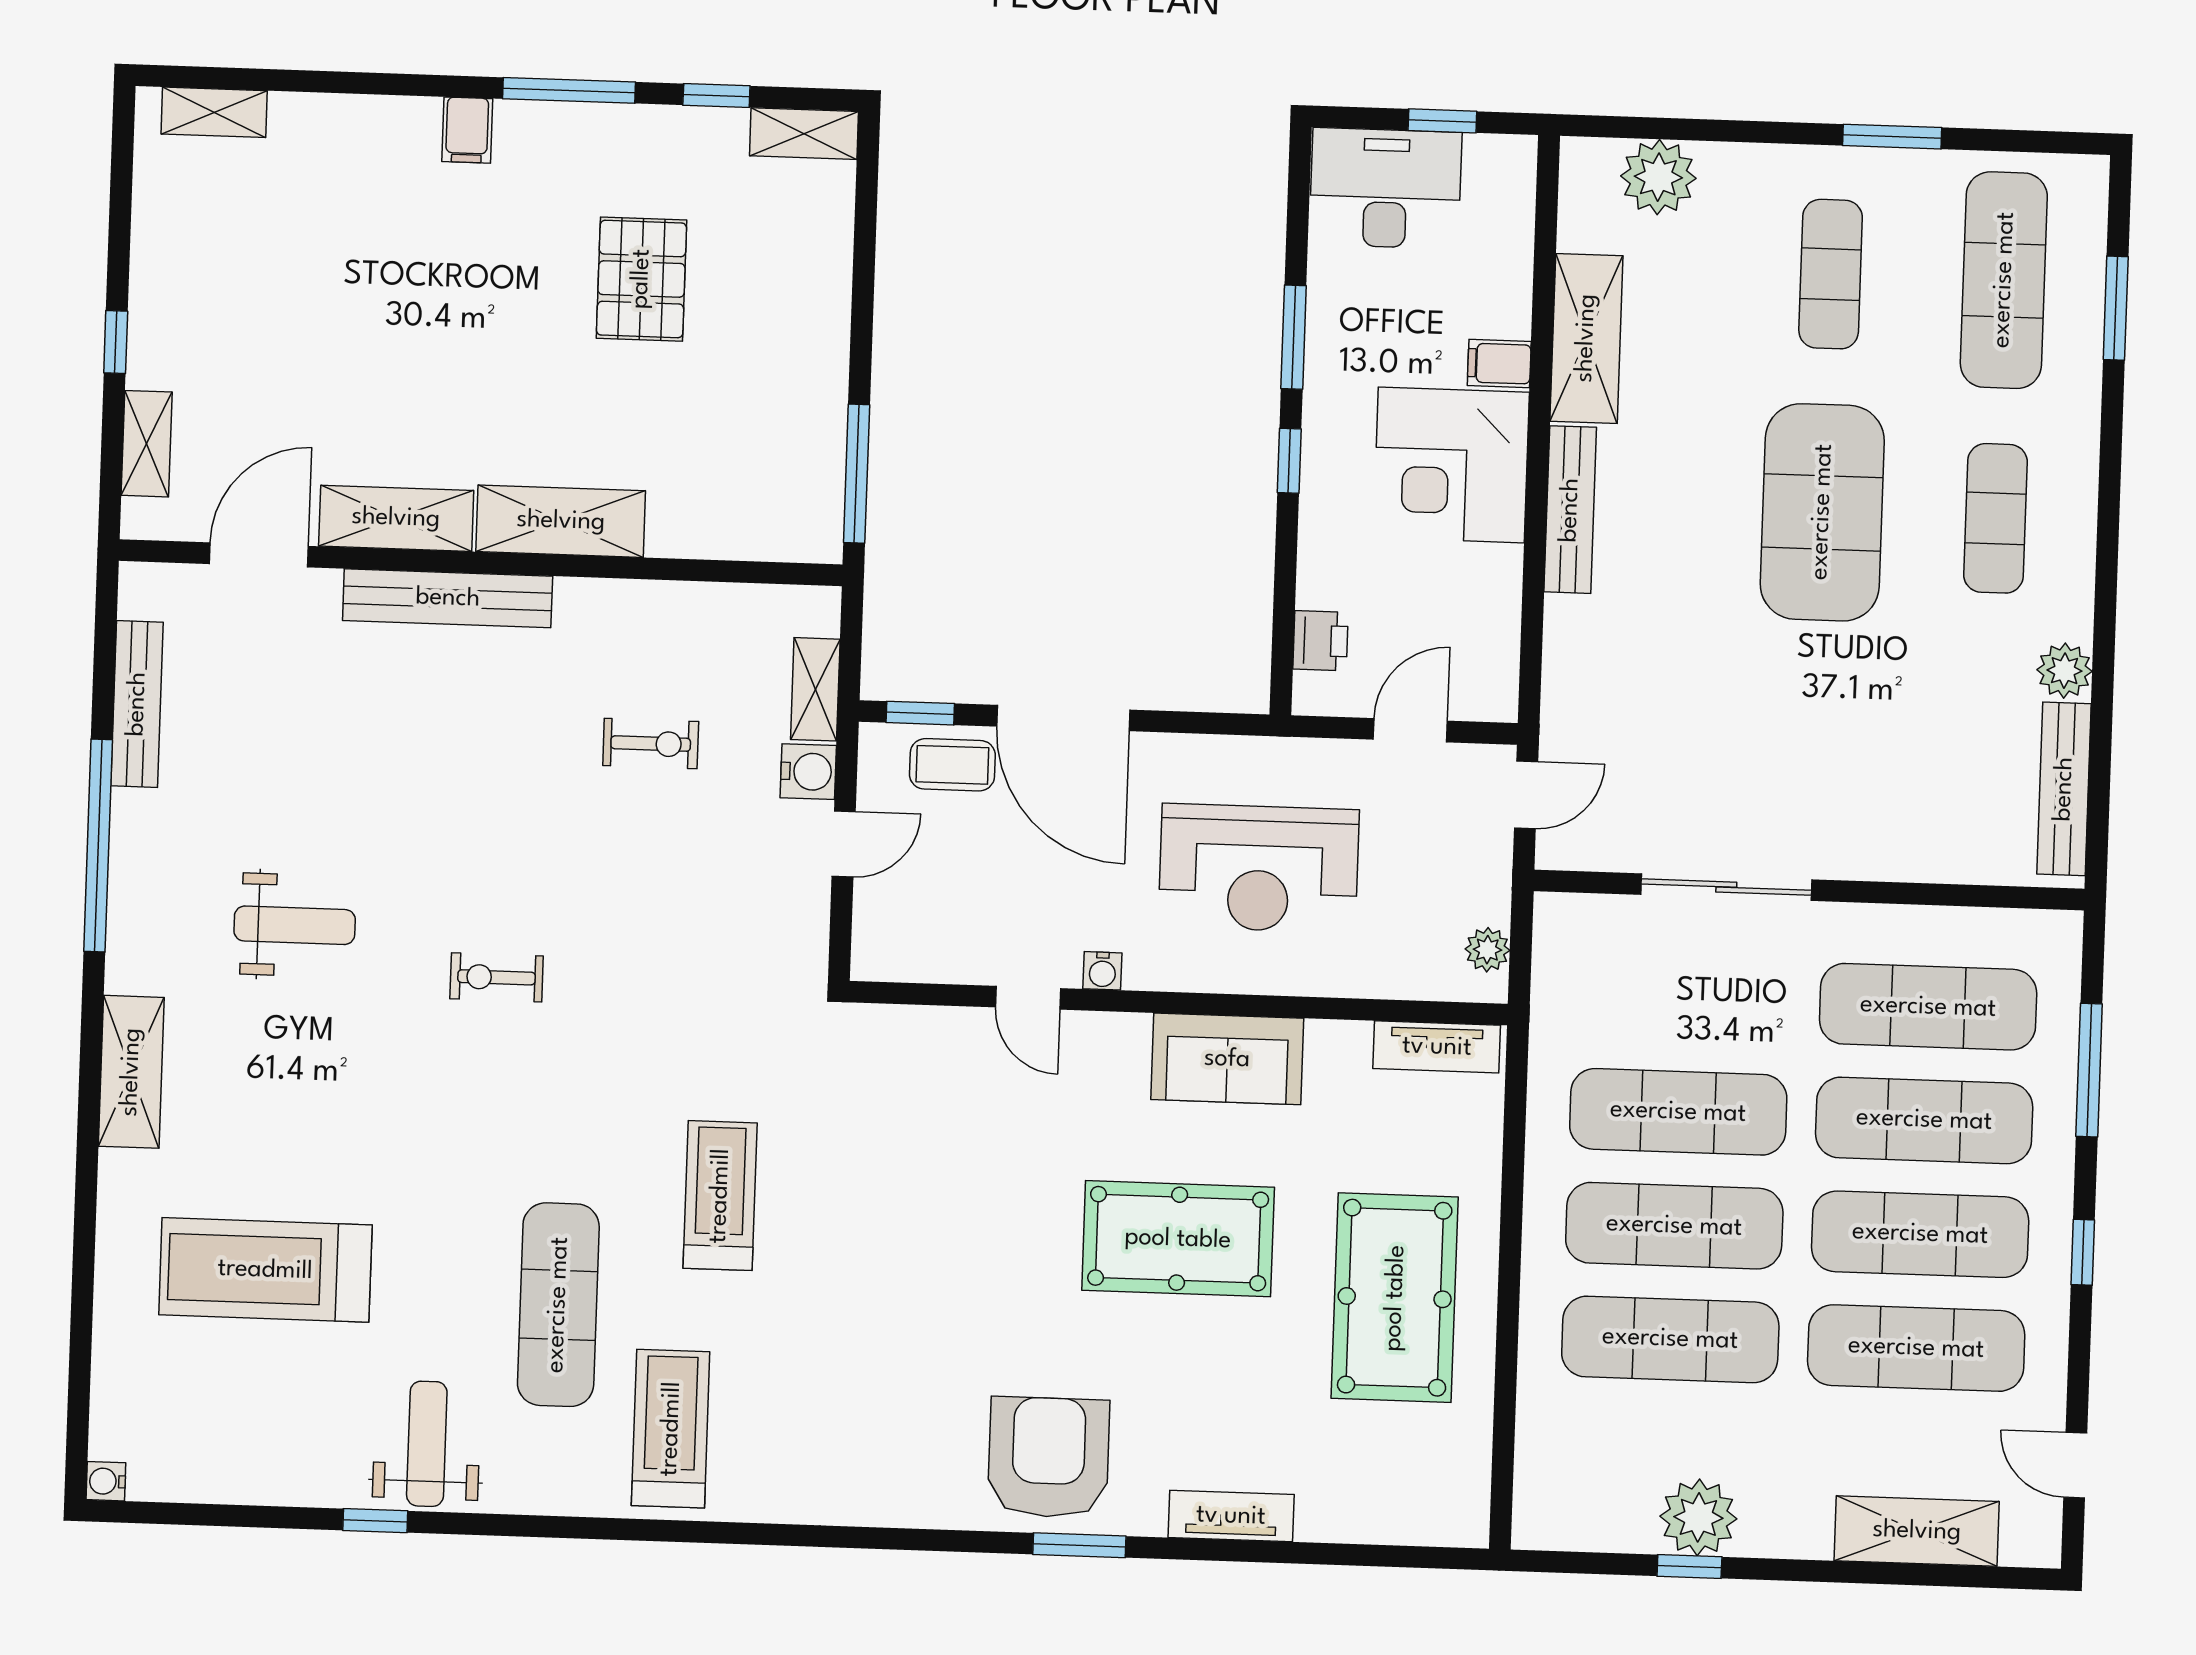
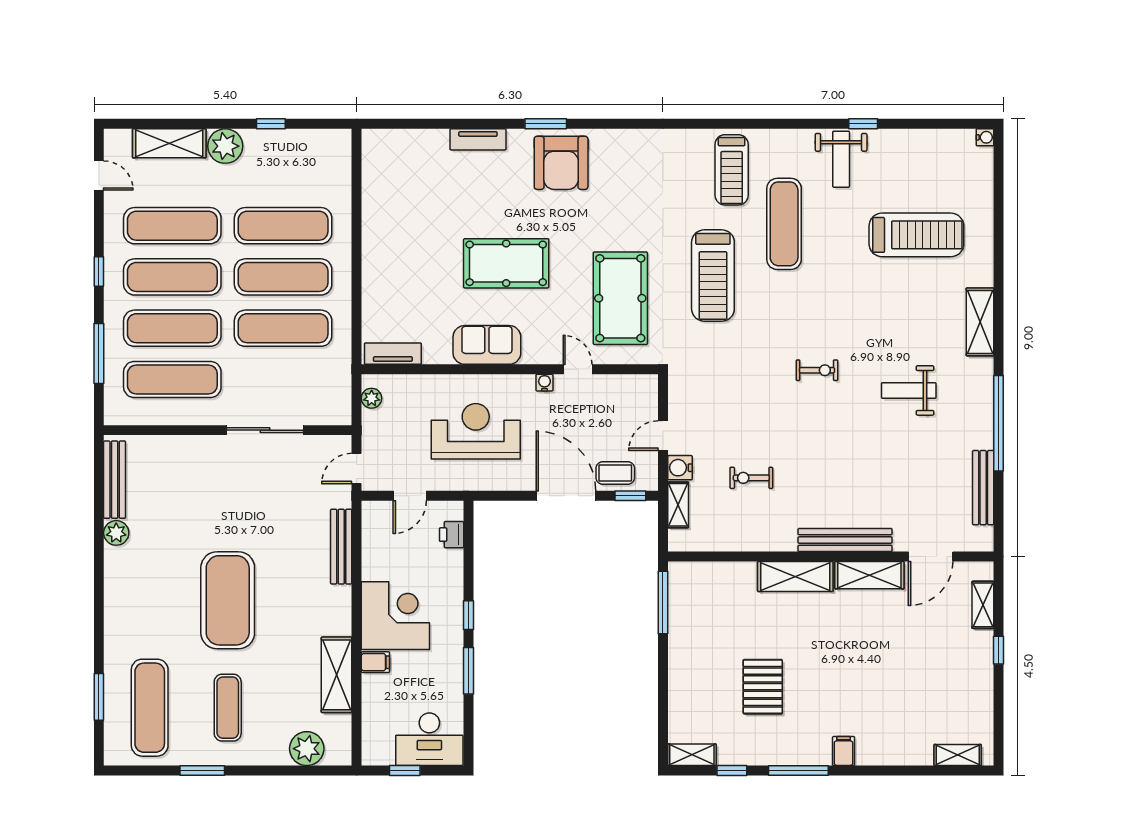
bench: (1570, 510) -> (341, 547), moved
exercise mat: (1995, 518) -> (150, 600), removed
treadmill: (720, 1196) -> (713, 275), width x1.37, depth x1.38
pool table: (1395, 1298) -> (620, 298), moved
plant: (1698, 1517) -> (225, 146), moved

